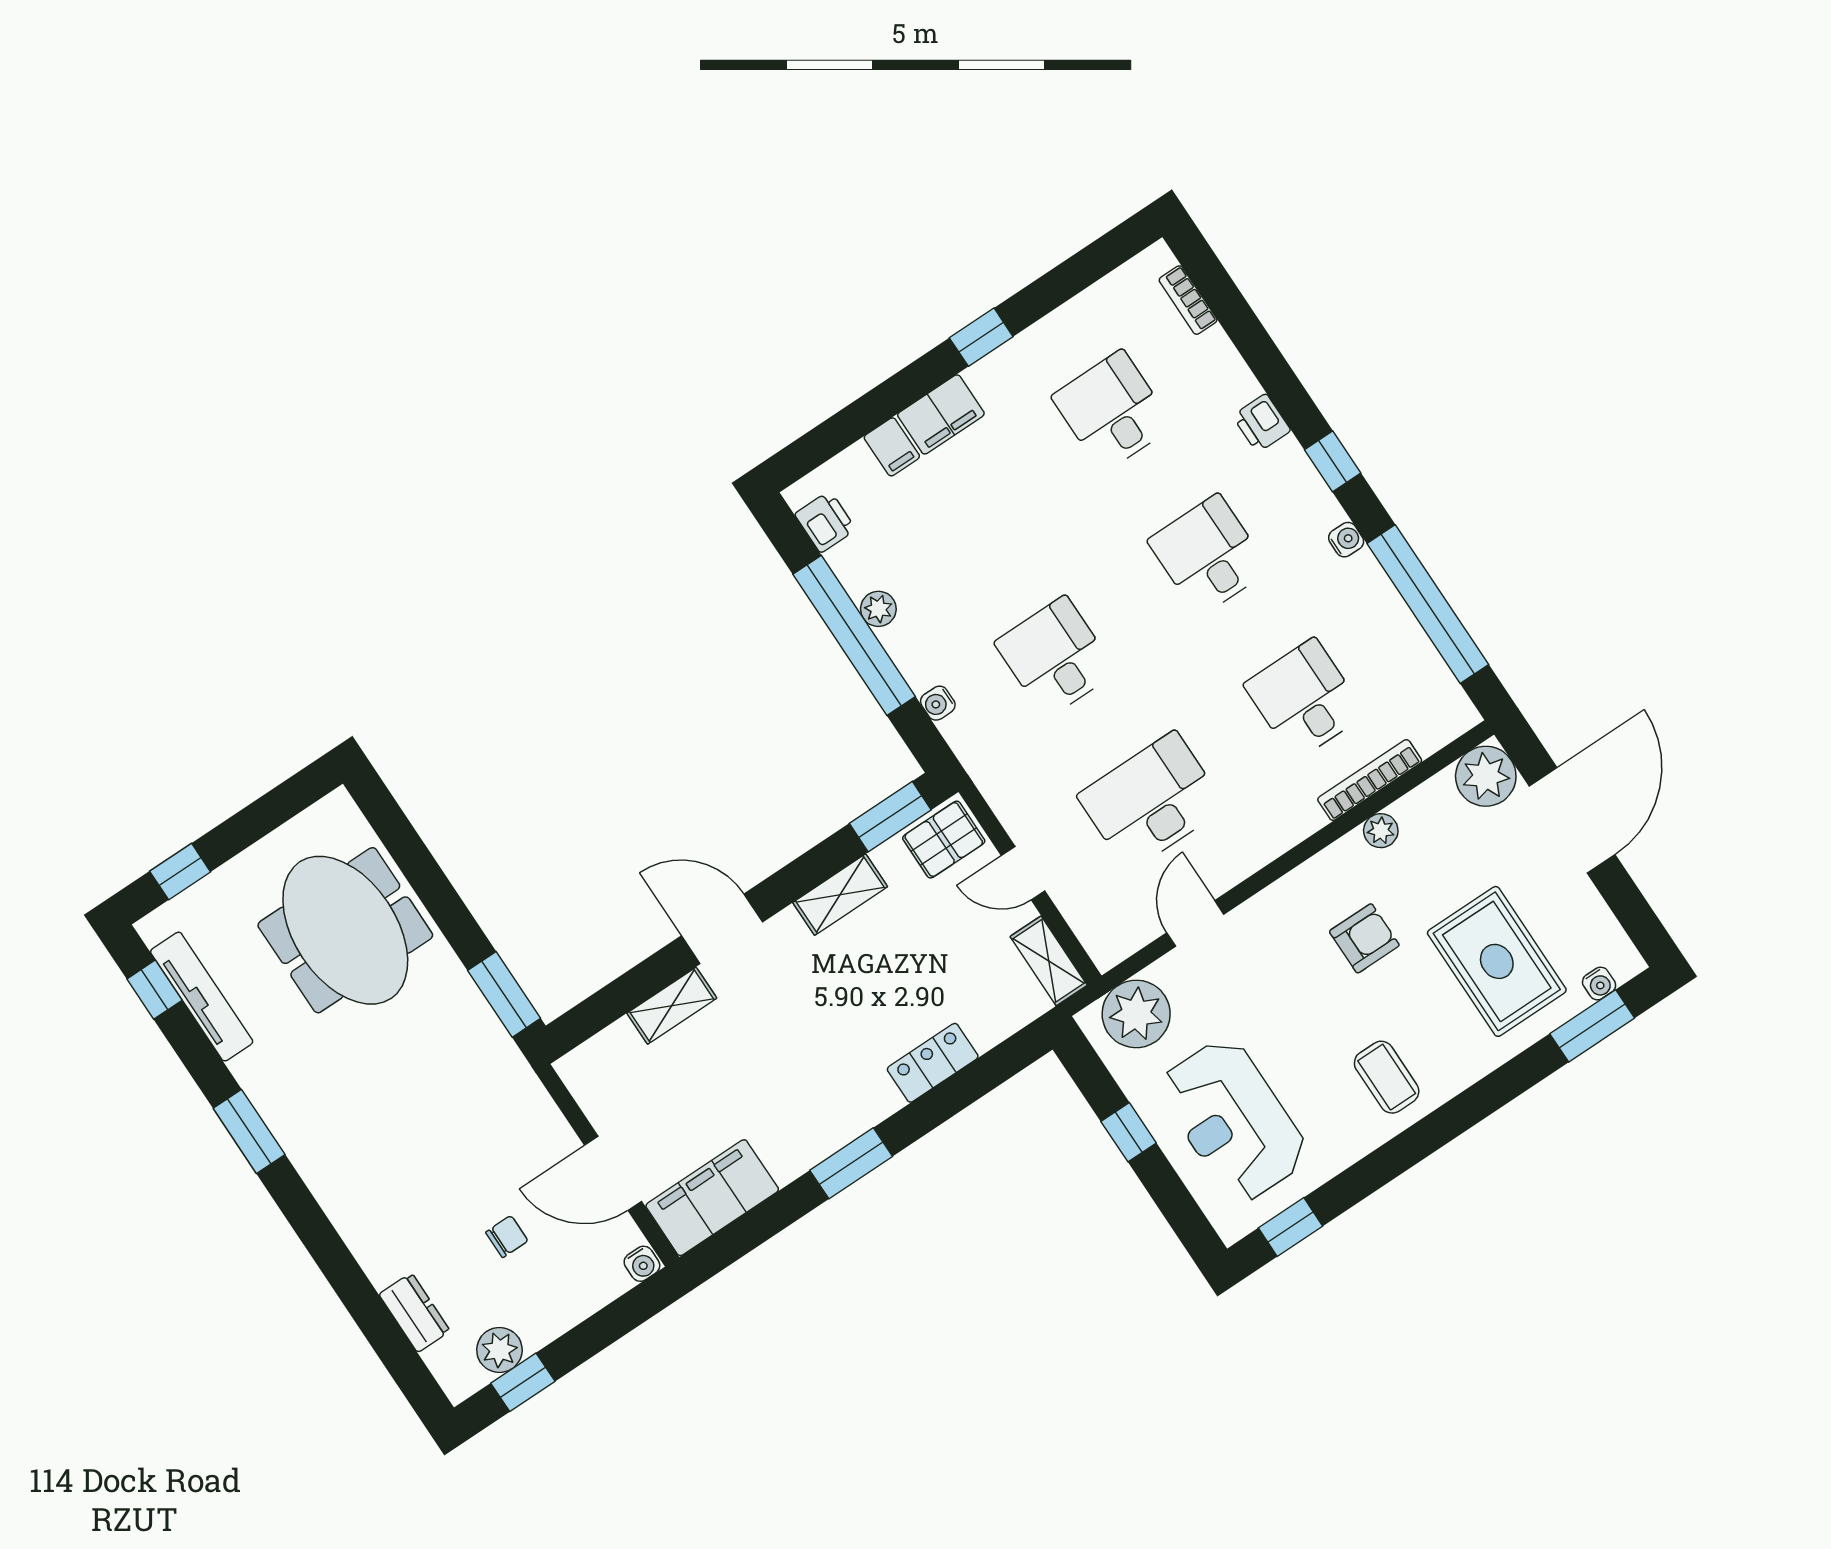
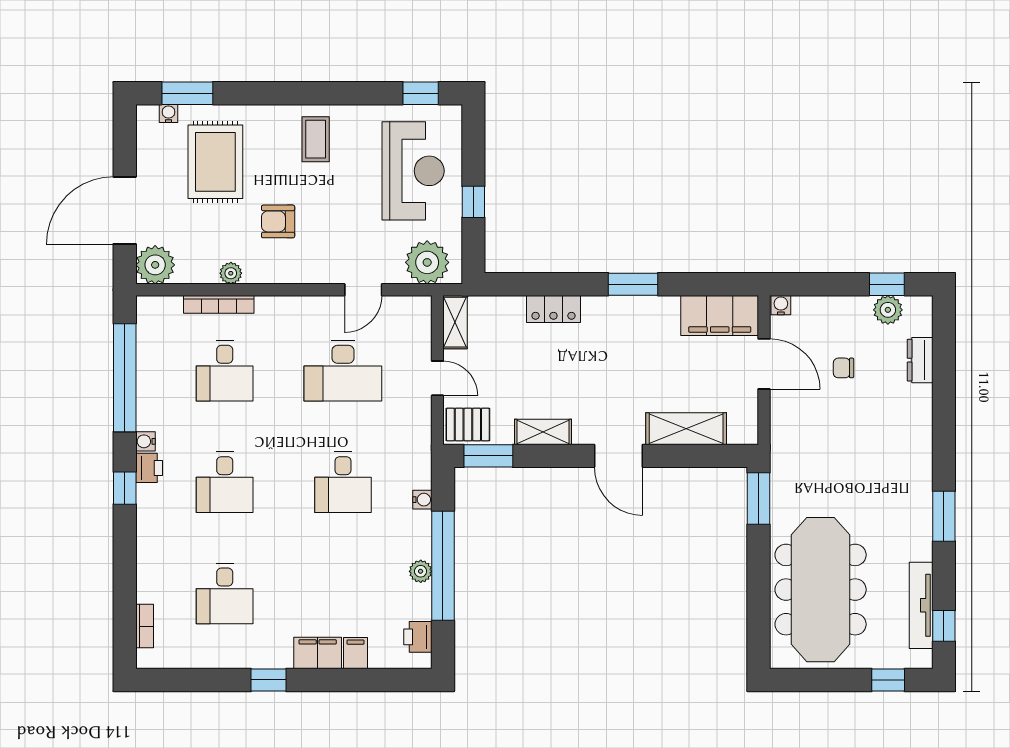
printer: (1262, 423) -> (149, 468), moved
meeting table: (345, 930) -> (821, 590), width x1.36
shelving: (672, 1006) -> (686, 429), width x1.50, depth x1.33

